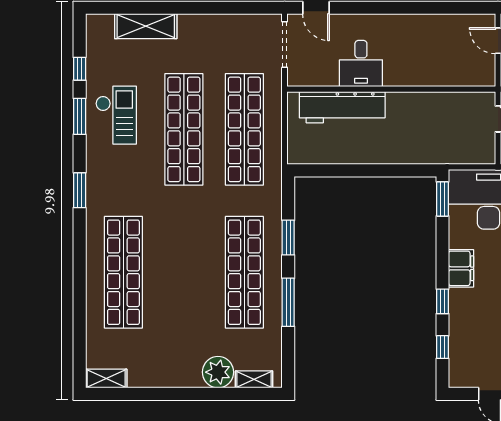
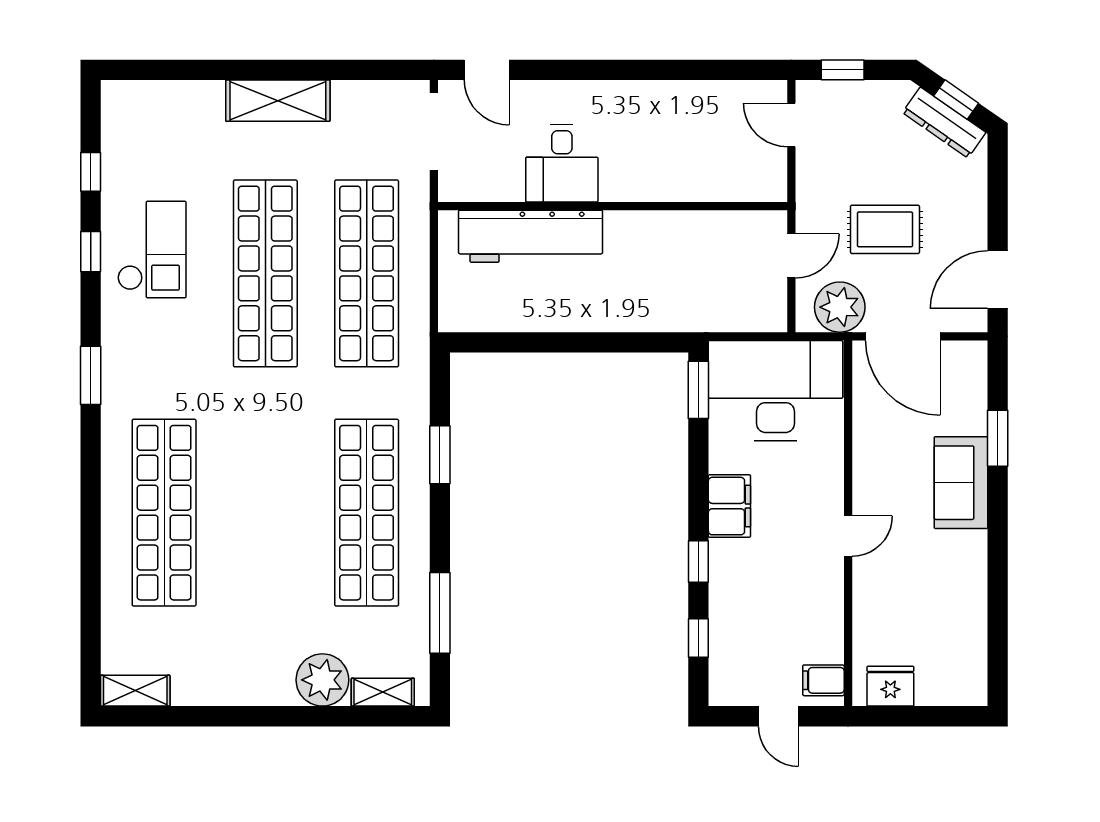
shelving: (146, 26) -> (278, 101), moved
window: (80, 116) -> (91, 252), width x0.67
window: (288, 302) -> (440, 613), moved

